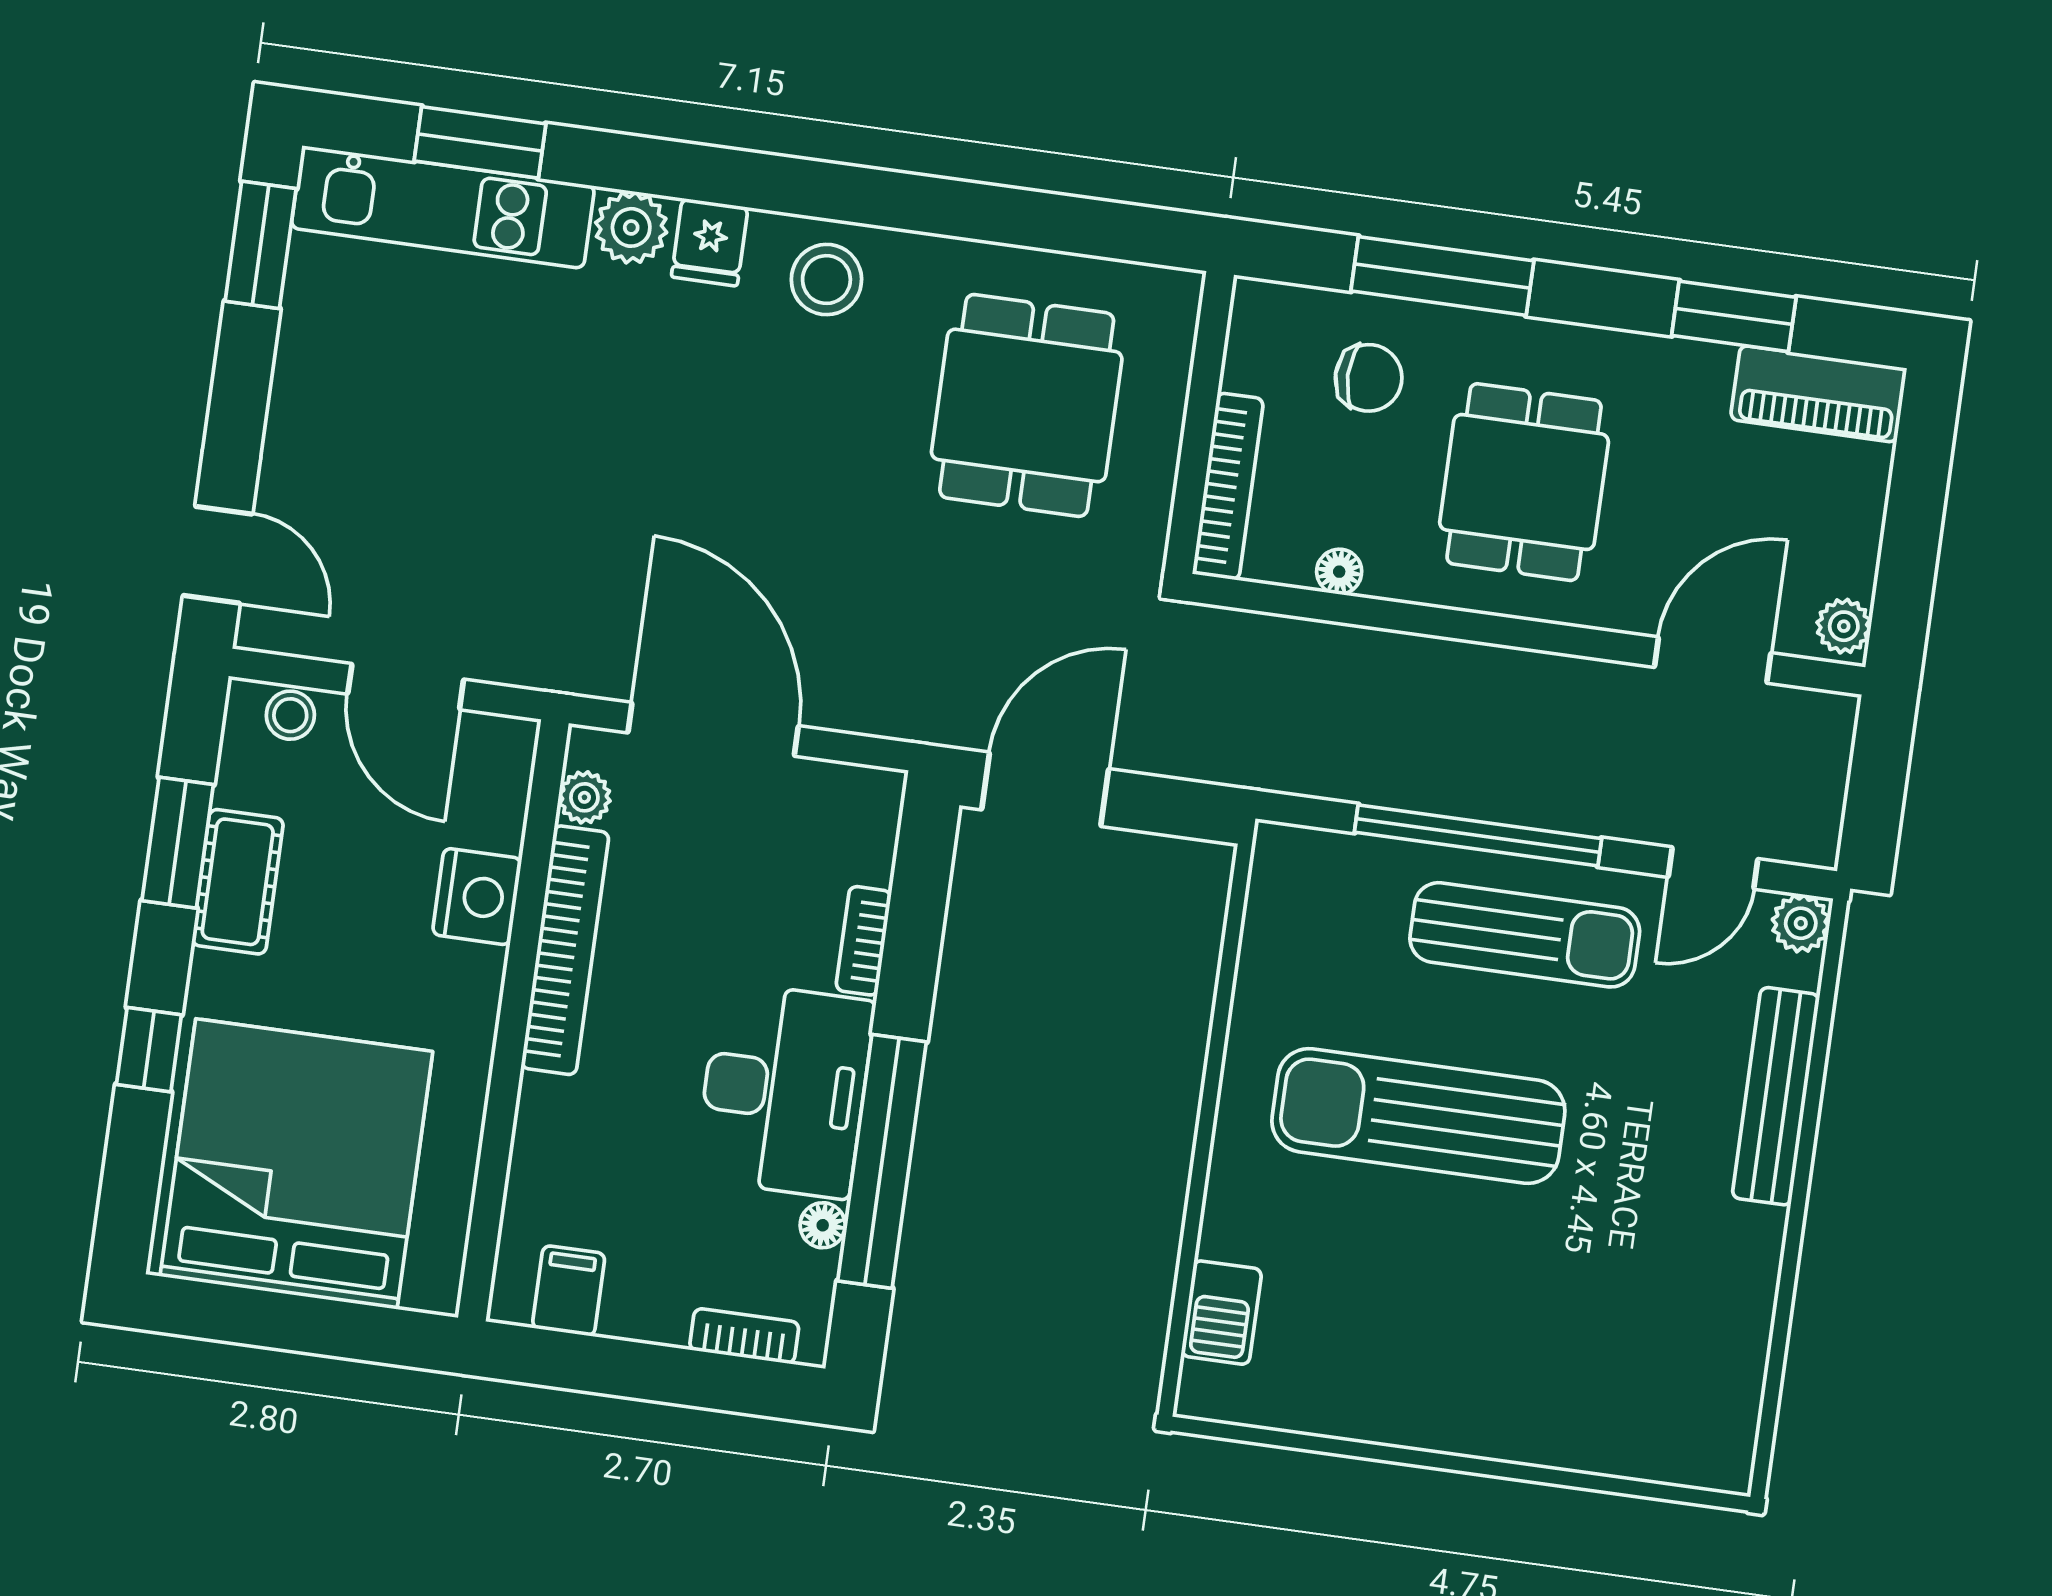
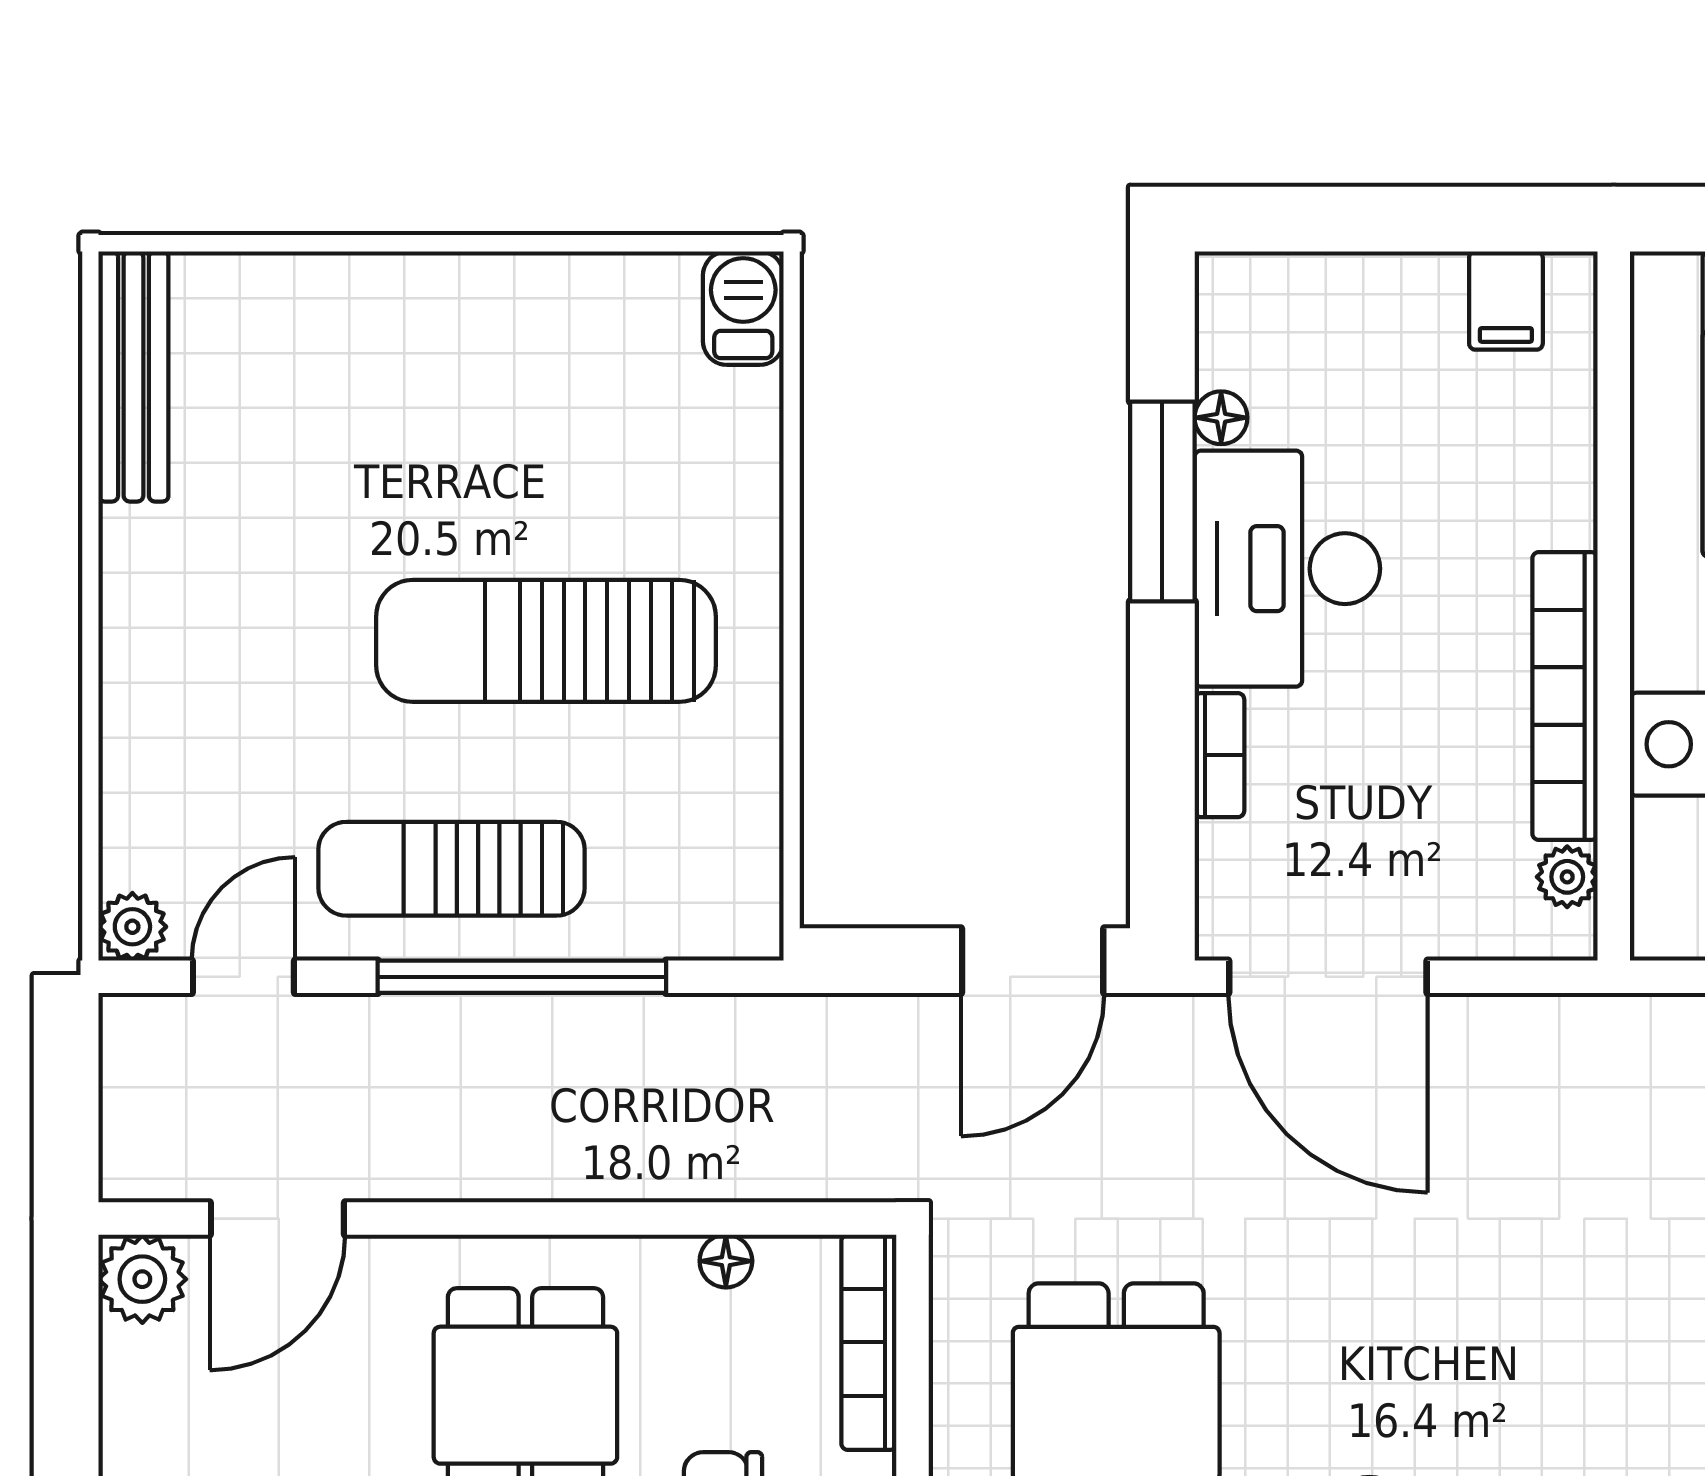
plant: (1844, 626) -> (142, 1279), width x1.38, depth x1.38
door: (713, 729) -> (1328, 977), moved
bench: (1776, 1096) -> (133, 376), moved
sun lounger: (1418, 1116) -> (546, 641), turned 180
window: (882, 1161) -> (1162, 502), width x0.68
barbecue: (1221, 1313) -> (743, 308), moved
bookcase: (744, 1336) -> (1294, 276), removed

